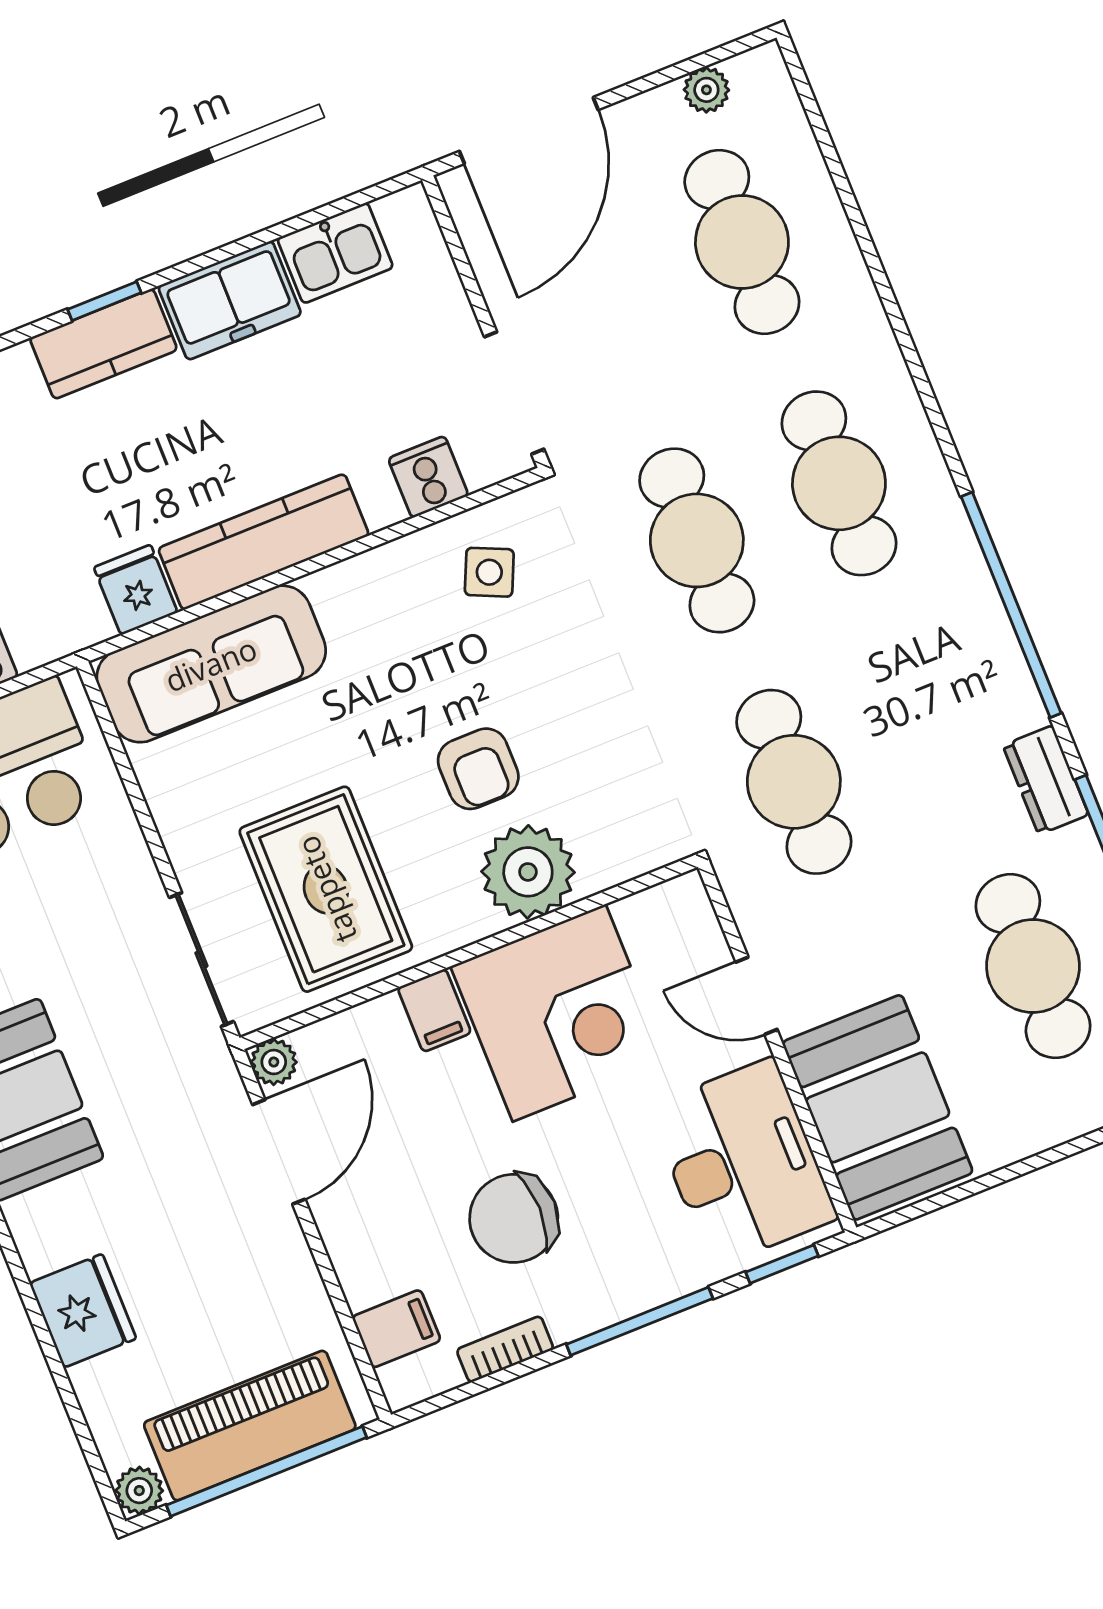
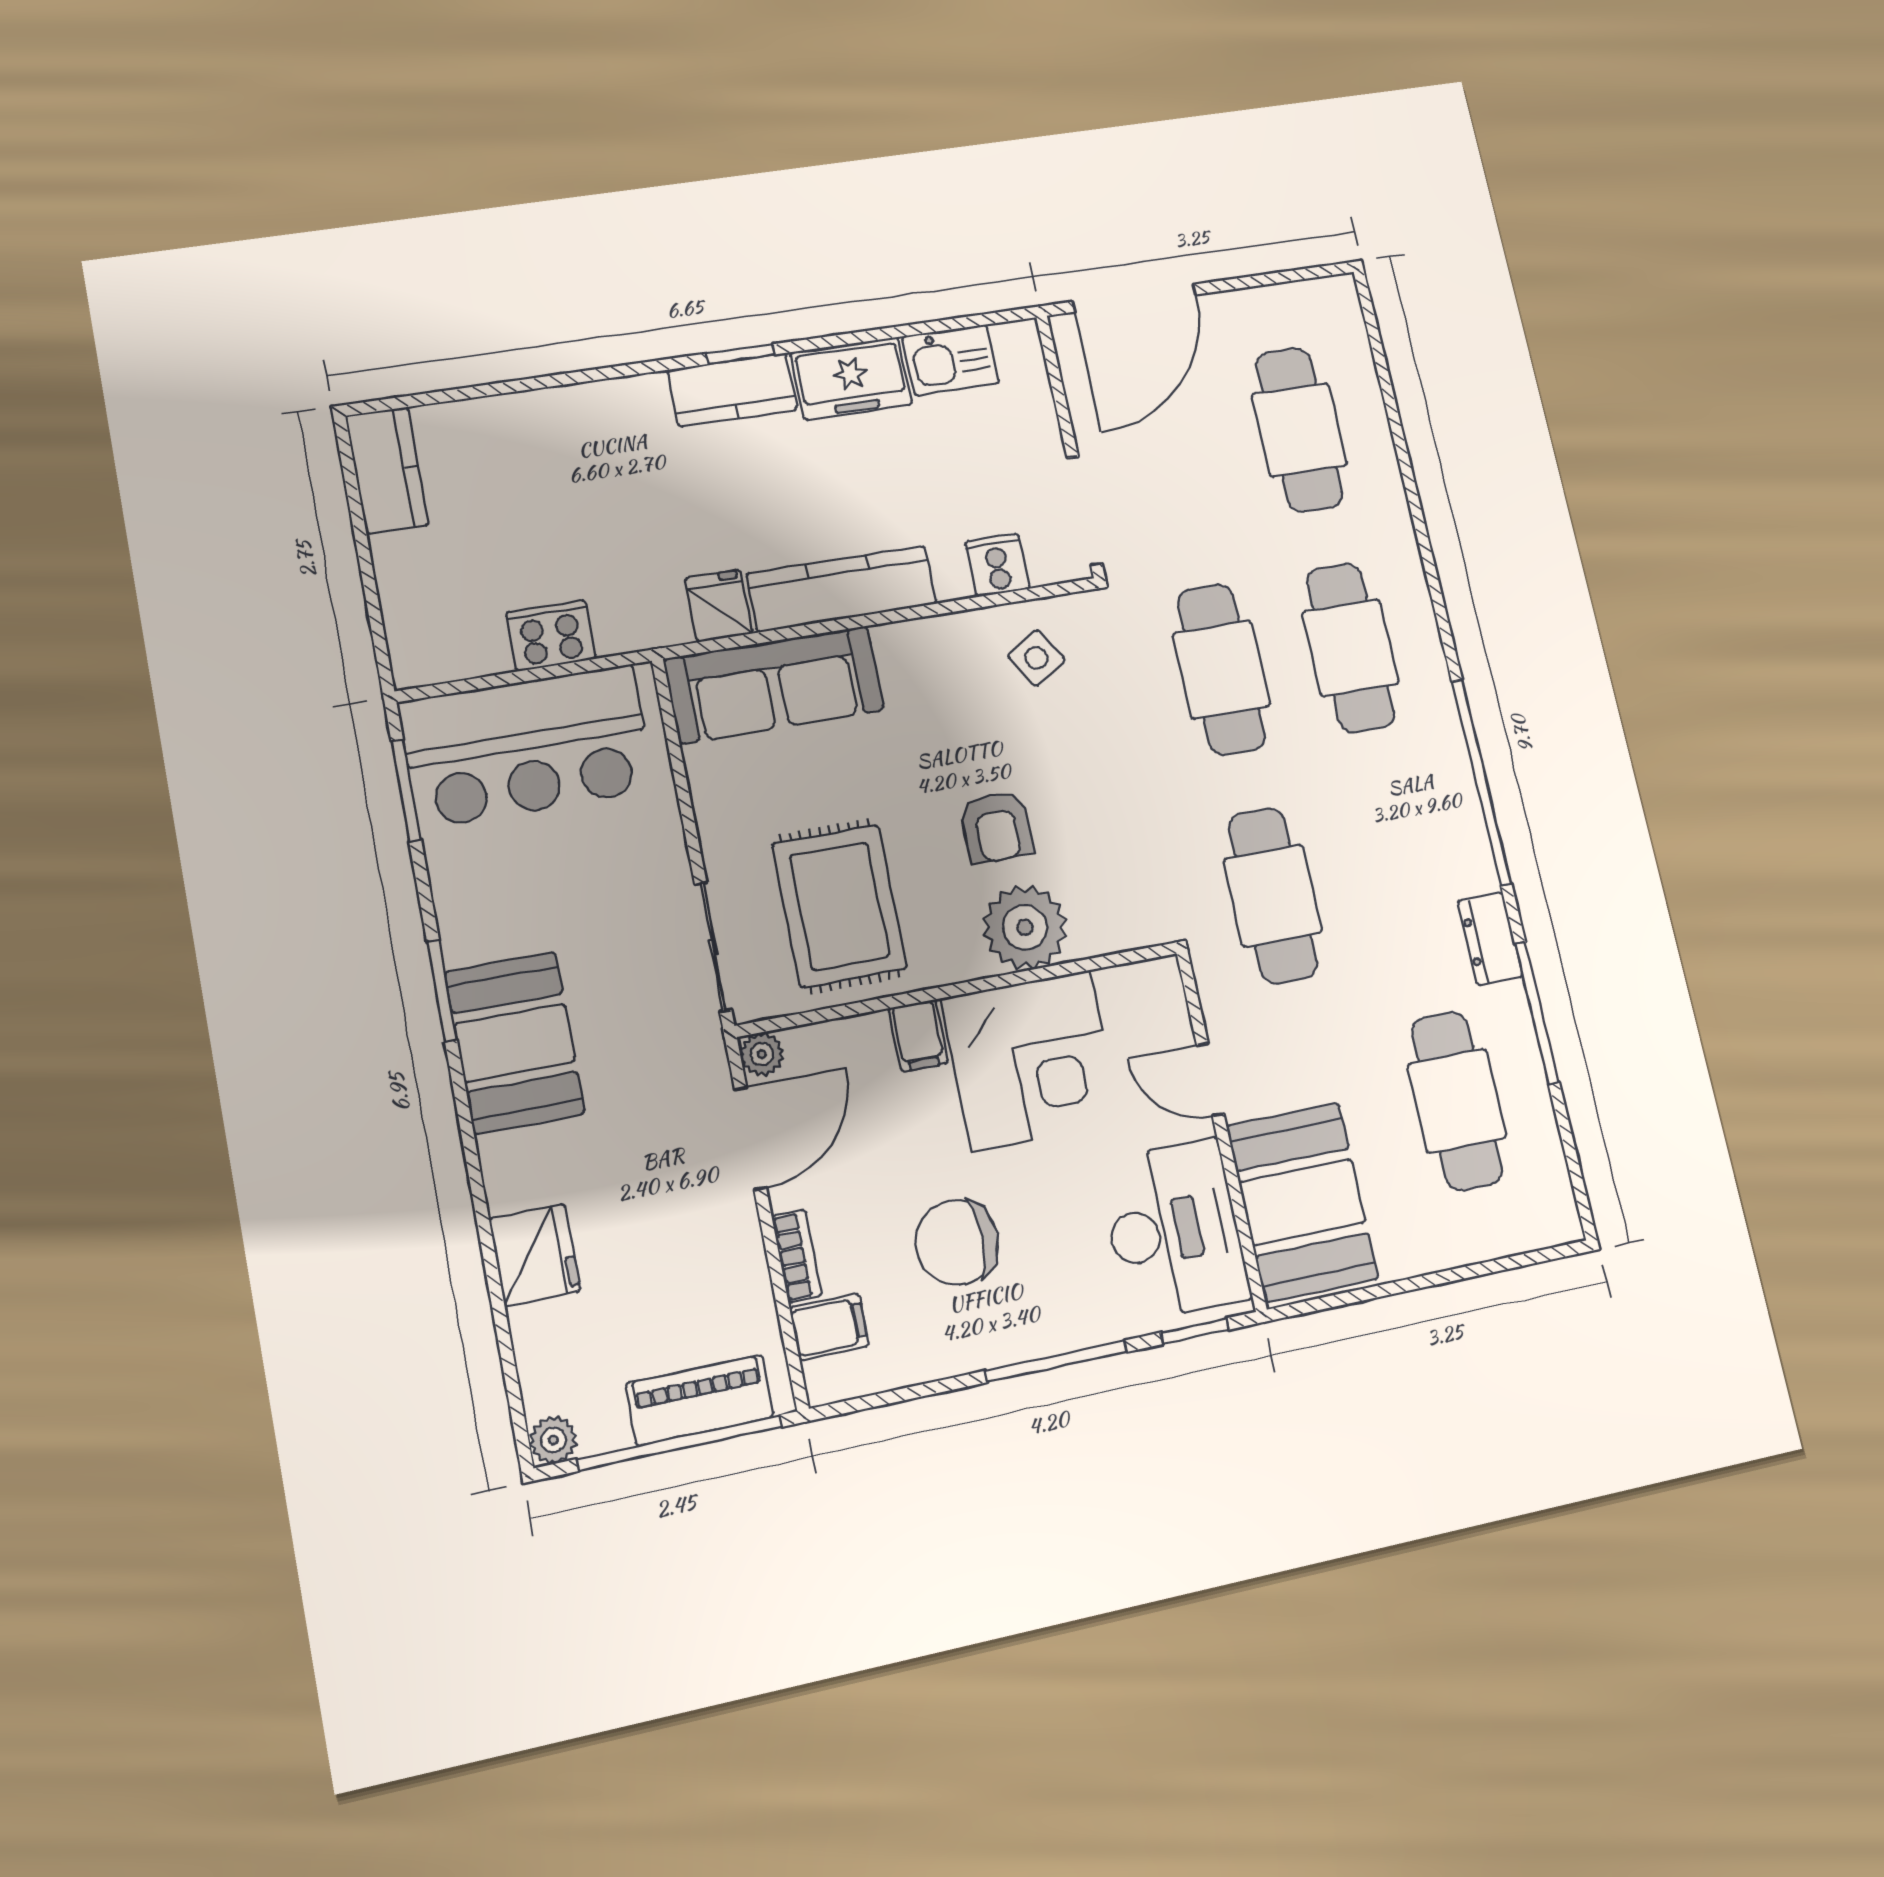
plant: (706, 90) -> (1289, 300), removed
side table: (489, 572) -> (1036, 658), turned 35
bookcase: (505, 1349) -> (797, 1256), moved, turned 90
piano: (250, 1426) -> (700, 1400), width x0.73, depth x0.75

